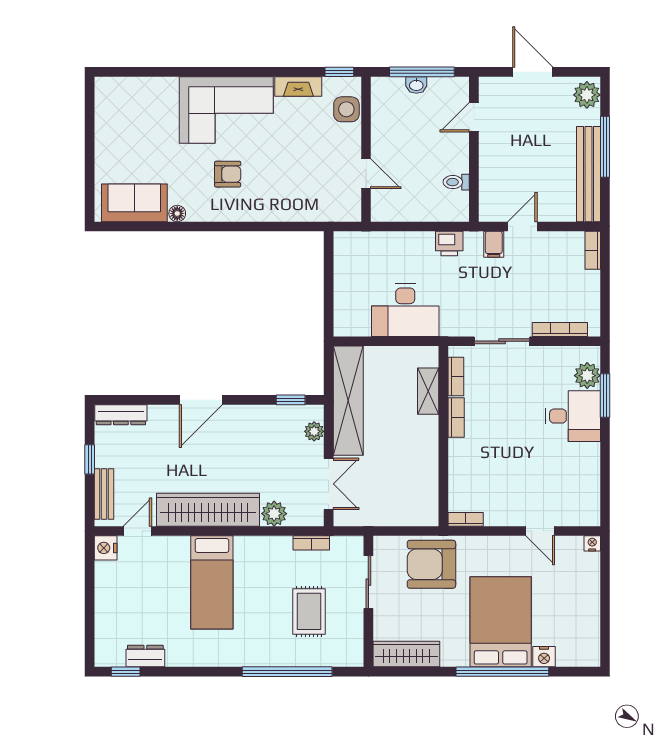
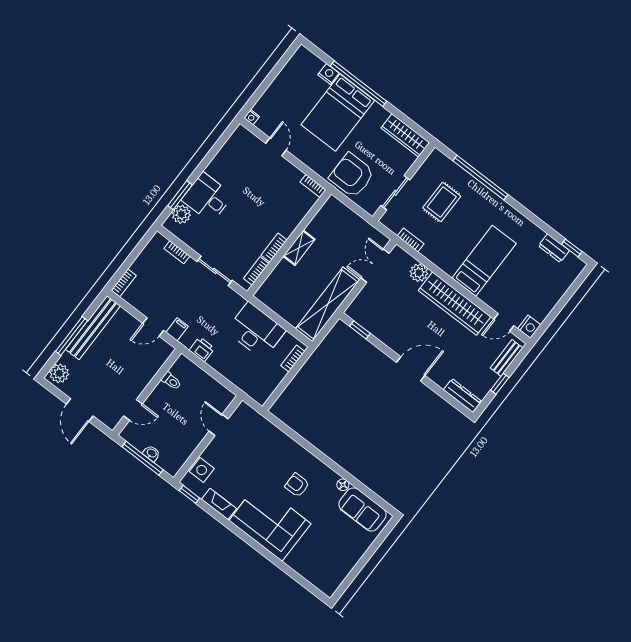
bookcase: (341, 311) -> (293, 359), added
bookcase: (560, 330) -> (177, 252), width x0.64
shelving: (428, 391) -> (299, 248), moved
plant: (314, 431) -> (360, 302), removed
armchair: (431, 564) -> (352, 175), turned 180

